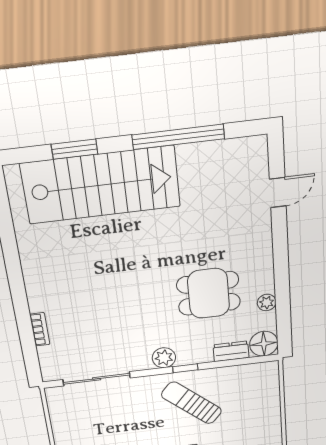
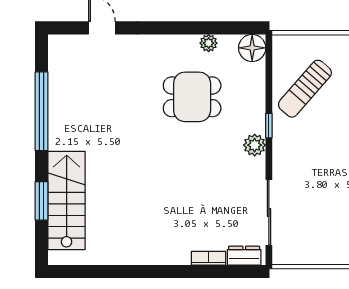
stairs: (101, 185) -> (67, 200), width x0.73, depth x0.66
dining table: (209, 293) -> (192, 97), turned 90
dresser: (231, 351) -> (244, 256), moved, turned 90
sun lounger: (191, 403) -> (305, 89), moved

